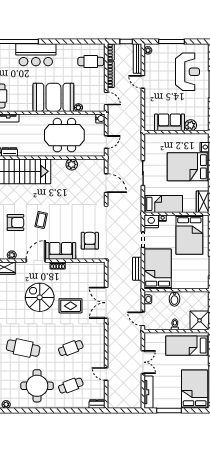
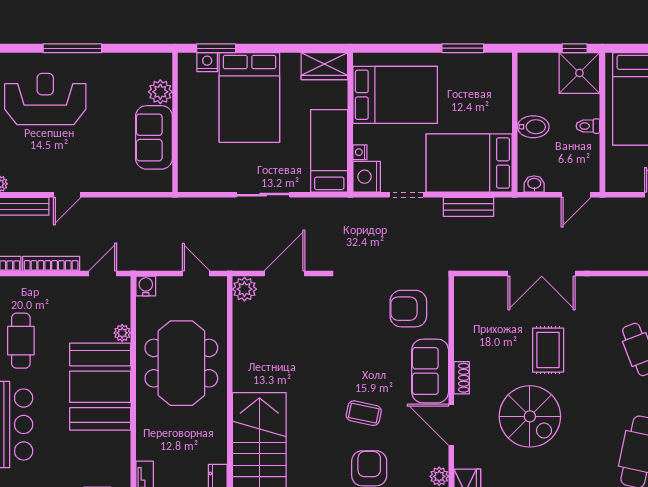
cafe table: (91, 62) -> (21, 341), moved
plant: (72, 164) -> (244, 289), moved
spiral stairs: (40, 297) -> (530, 416), turned -90

